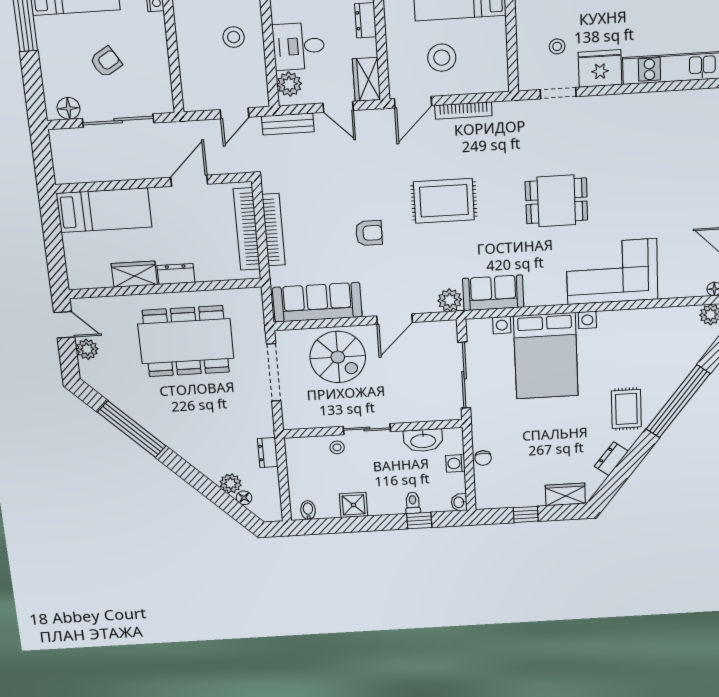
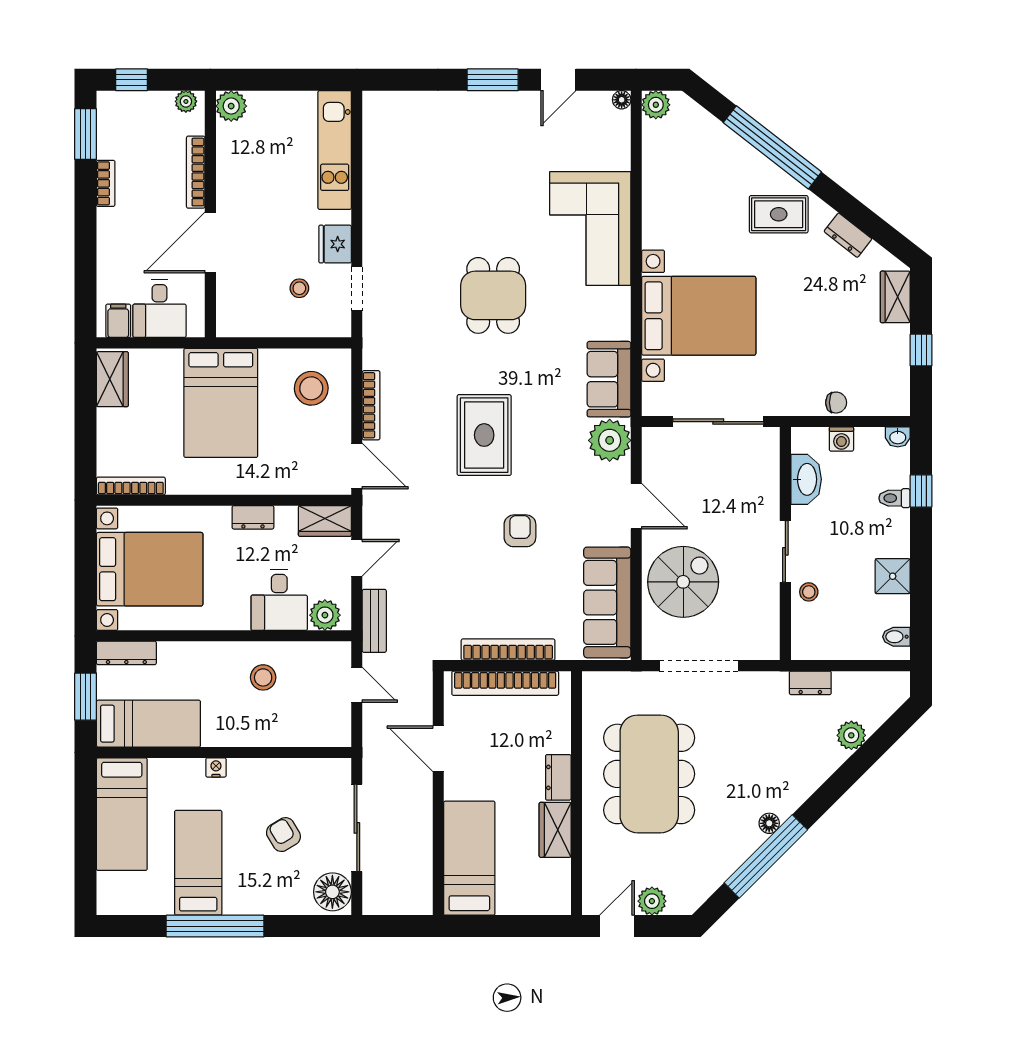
stool: (442, 58) -> (311, 388), moved
fridge: (600, 68) -> (335, 244), width x0.73, depth x0.75
floor lamp: (69, 108) -> (332, 892), width x1.38, depth x1.38
plant: (450, 300) -> (610, 440), width x1.36, depth x1.36
floor lamp: (244, 498) -> (769, 823), moved

